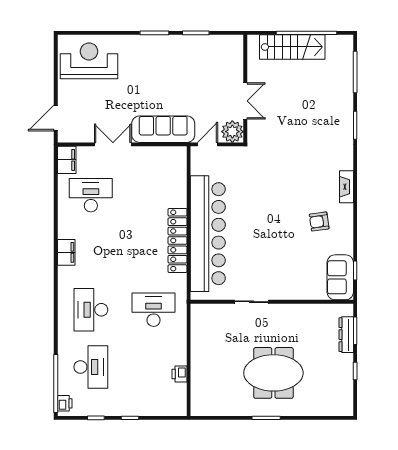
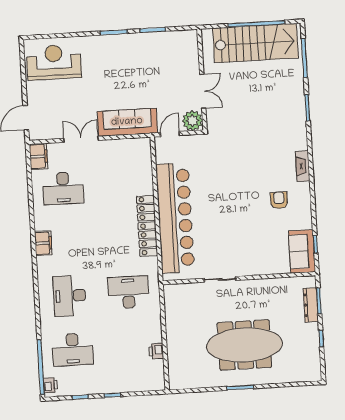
stairs: (292, 47) -> (255, 43), width x1.36, depth x1.51
desk: (91, 195) -> (63, 188), turned 180
armchair: (319, 222) -> (279, 200), turned 98
desk: (91, 367) -> (73, 350), turned 90
meeting table: (273, 373) -> (244, 345), width x1.36

